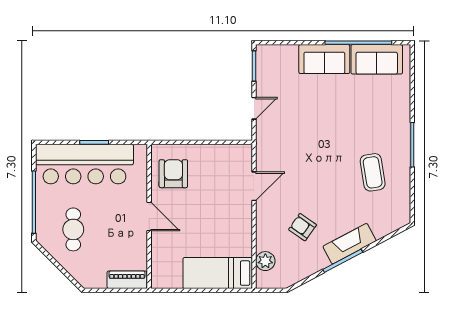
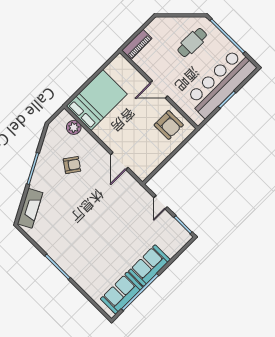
coffee table: (373, 172) -> (64, 231), removed
cafe table: (73, 229) -> (192, 43), turned 90
fireplace: (350, 244) -> (30, 208), moved
bed: (218, 273) -> (97, 100), width x1.50

